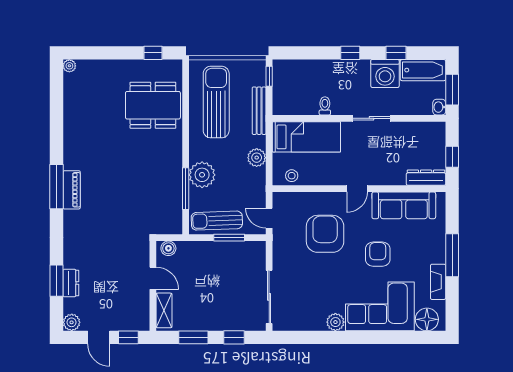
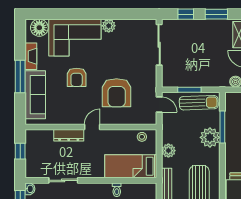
sliding door: (371, 118) -> (63, 180), moved
dresser: (426, 178) -> (69, 135), moved
sofa: (404, 205) -> (35, 95), moved, turned 90

